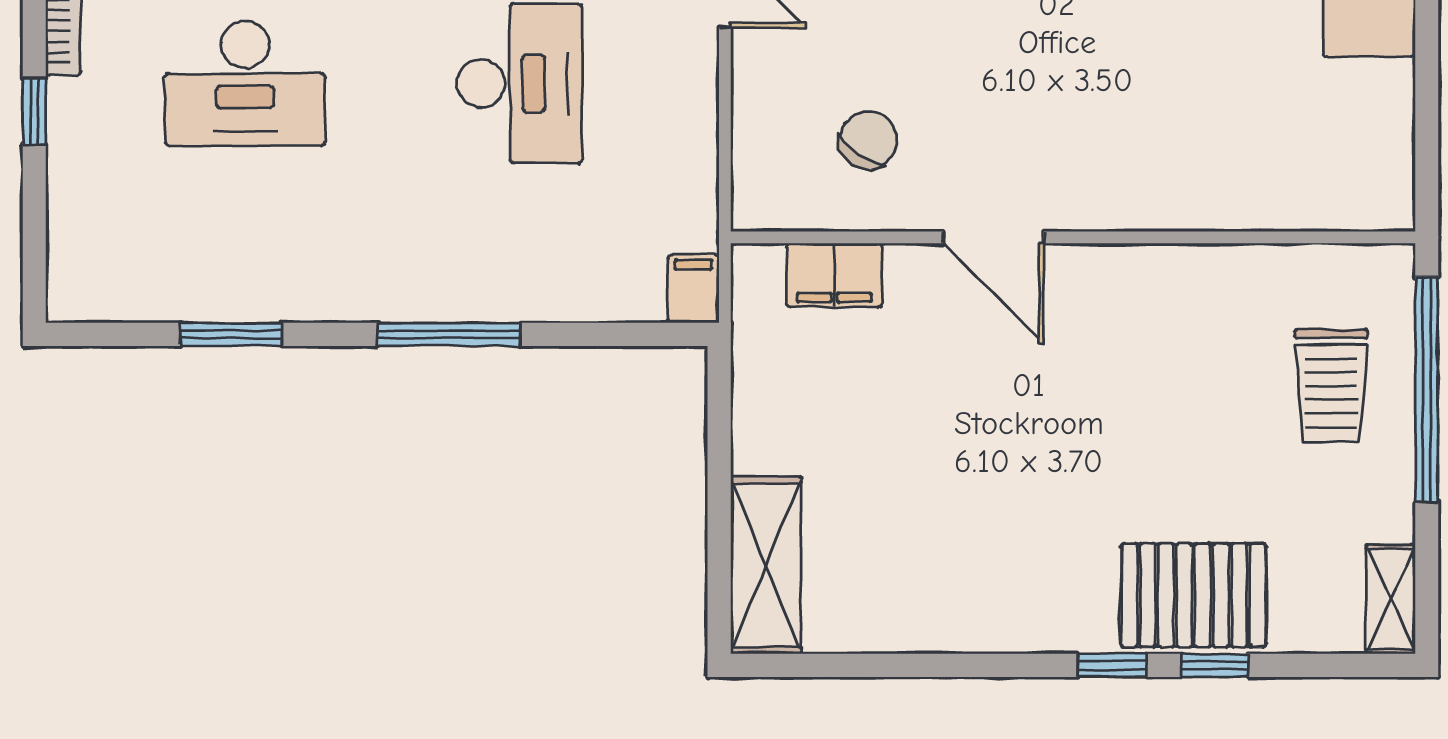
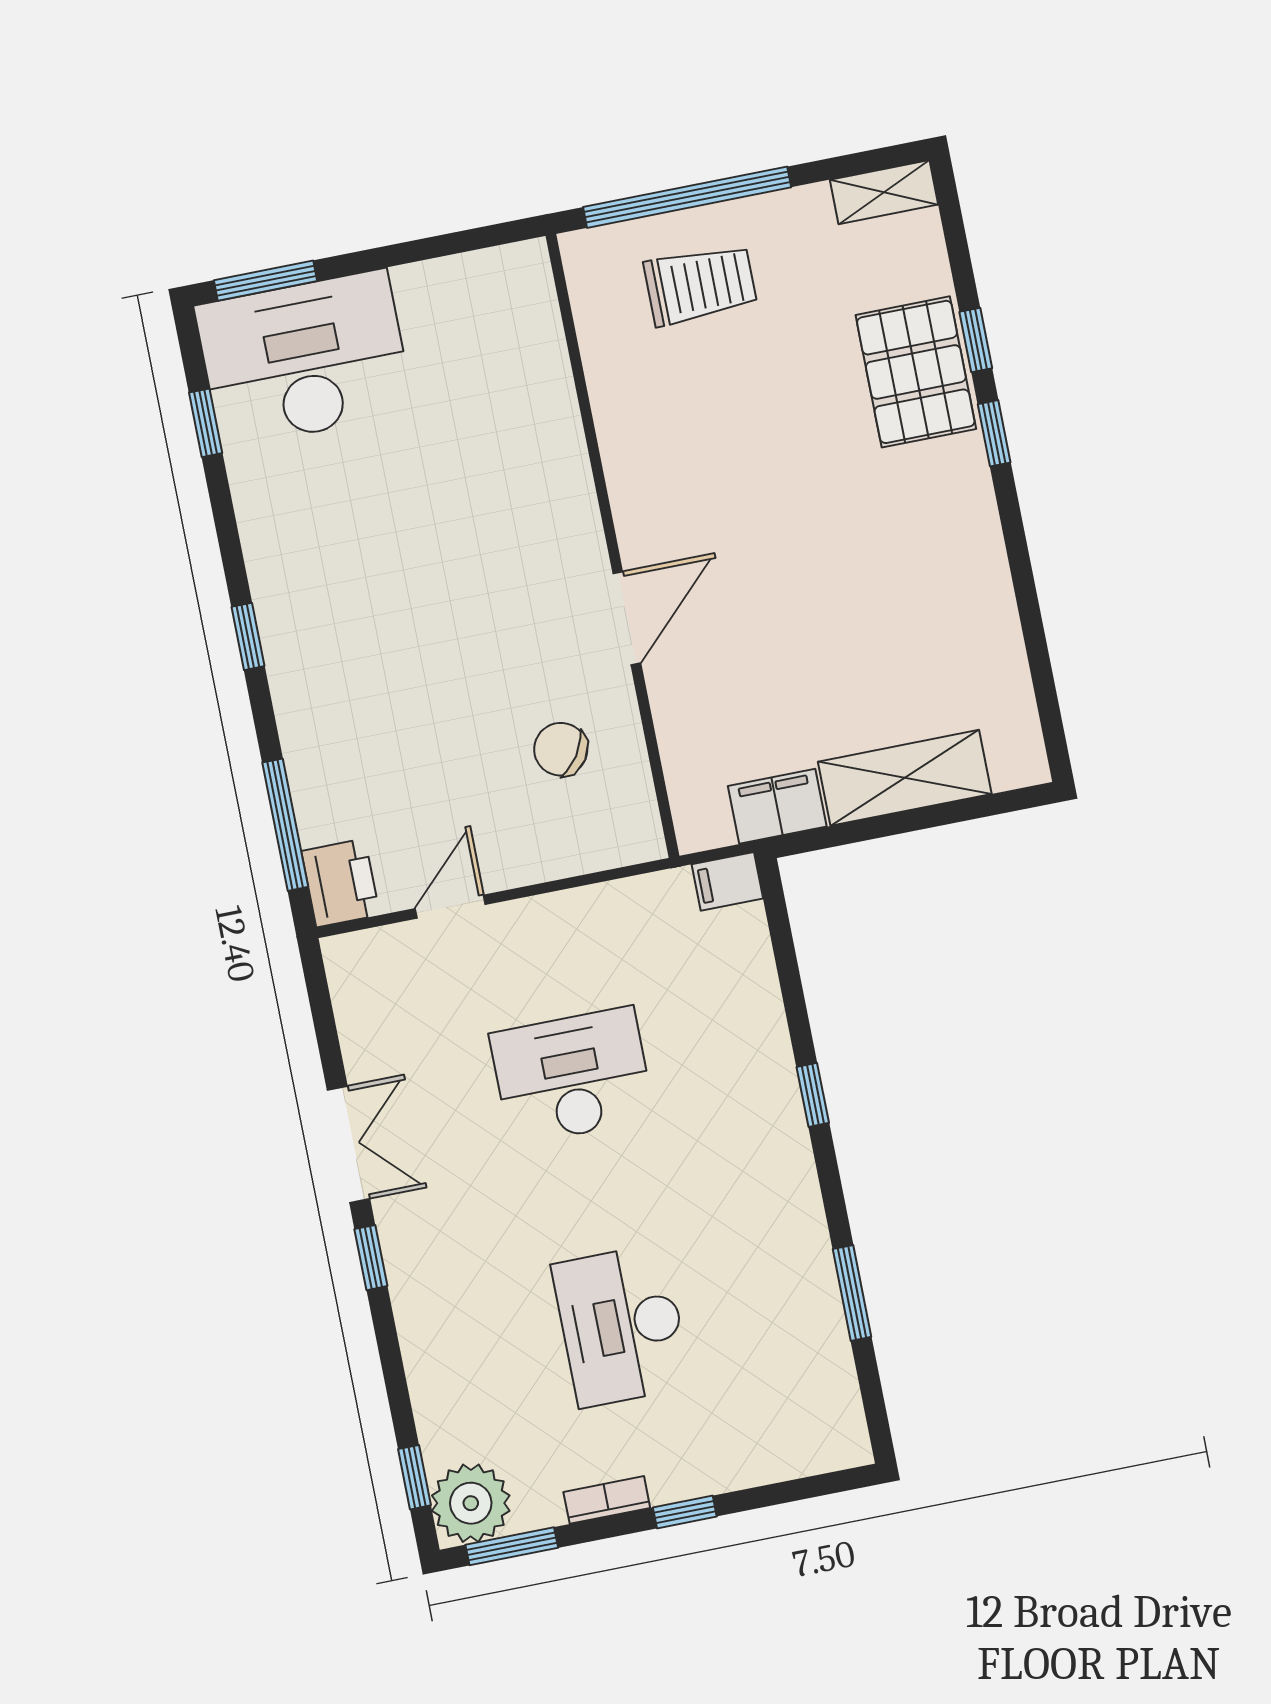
desk: (245, 83) -> (621, 1326), turned 180
filing cabinet: (834, 275) -> (777, 806), moved, turned -90
window: (449, 334) -> (813, 1095), width x0.46
shelving: (766, 565) -> (905, 778), moved

